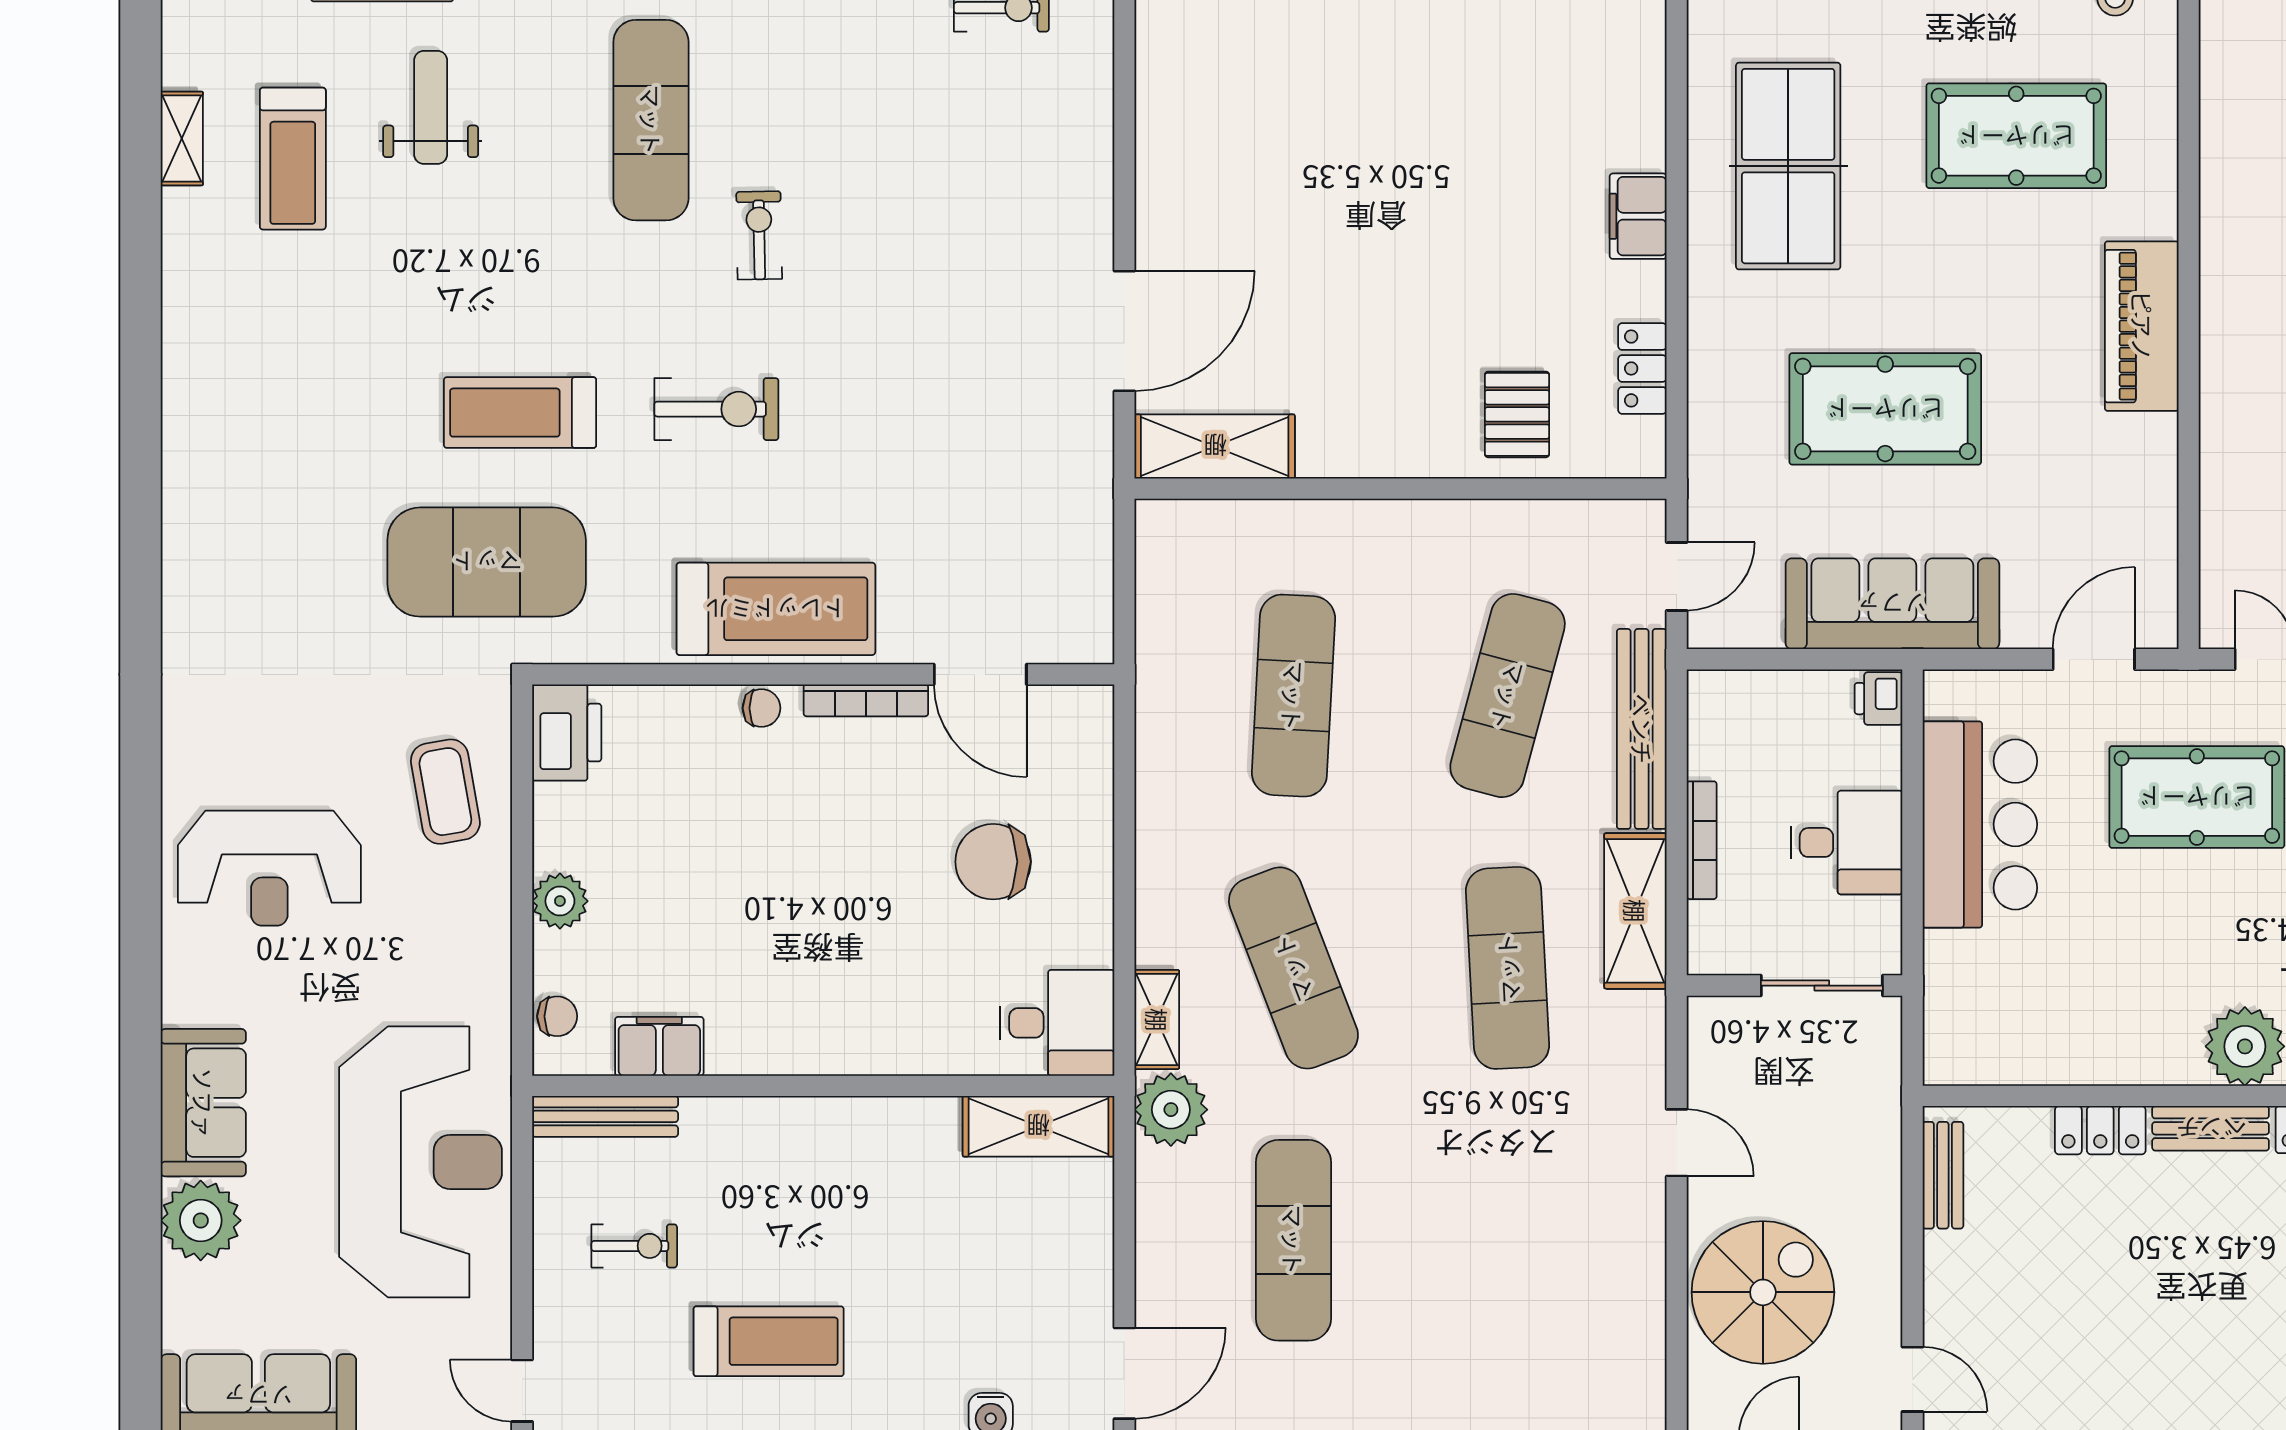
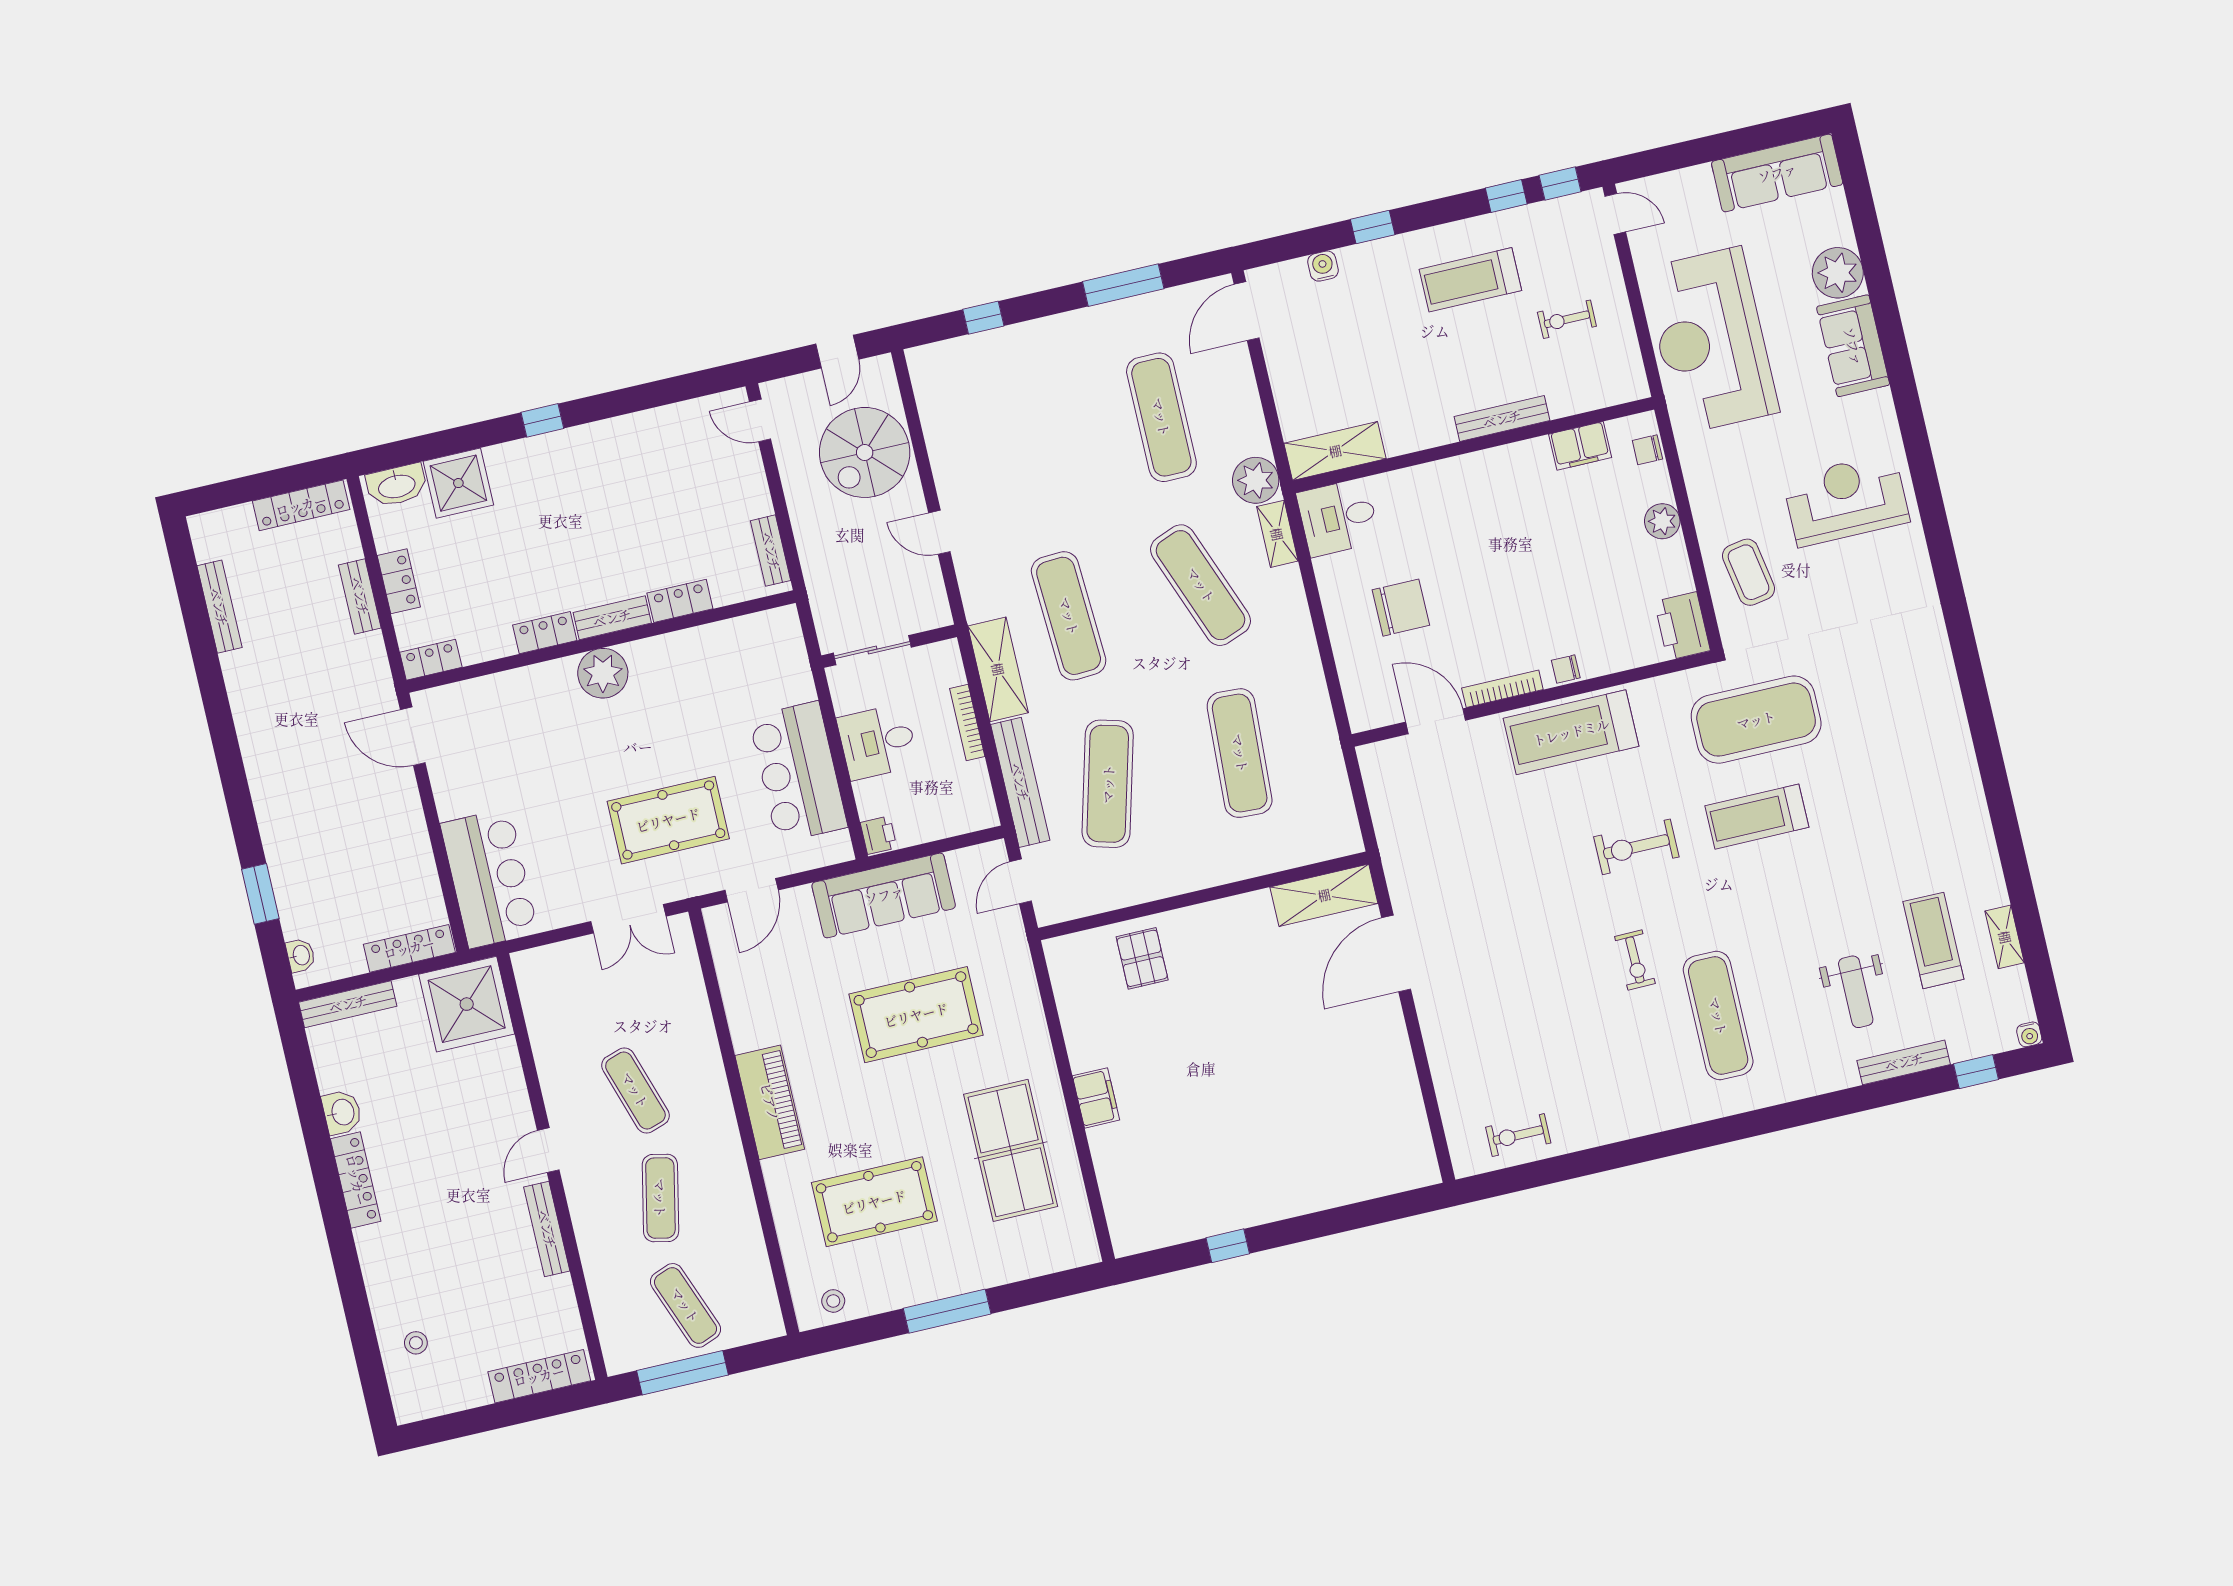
locker: (1642, 368) -> (1071, 1005), removed
treadmill: (520, 413) -> (1757, 817), turned 180
bench: (605, 1116) -> (1502, 419), moved

